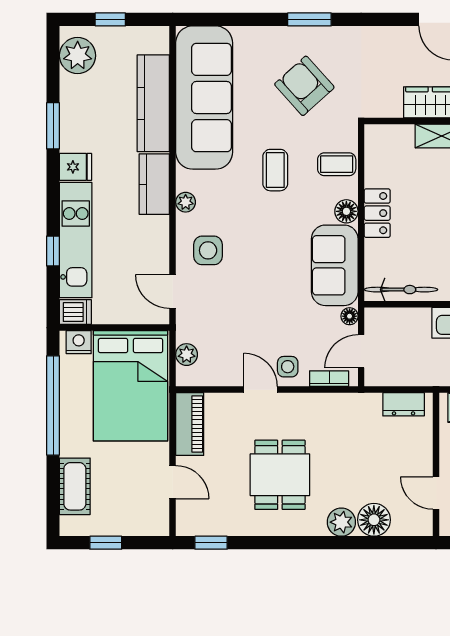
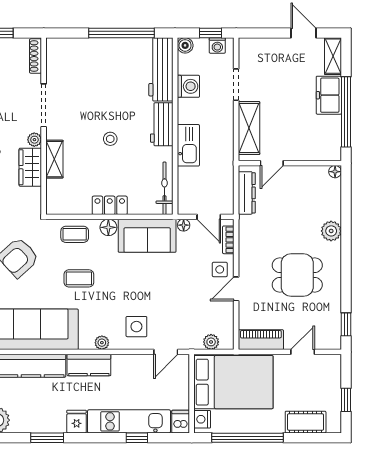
coffee table: (337, 164) -> (75, 234), turned 90
dresser: (404, 404) -> (247, 193), width x1.44
door: (436, 493) -> (272, 163), moved
floor lamp: (374, 520) -> (335, 172), moved, width x0.53, depth x0.53

